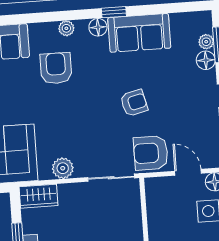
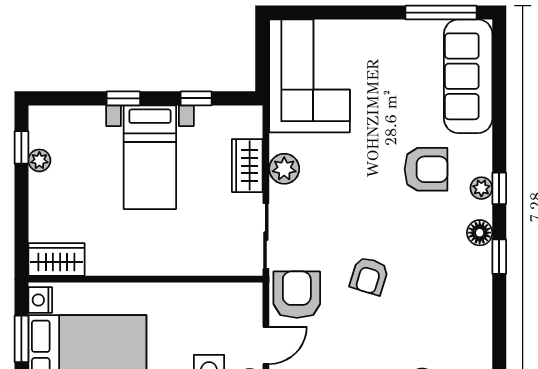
window: (66, 16) -> (499, 188), added
sofa: (139, 33) -> (467, 290), removed
armchair: (134, 103) -> (369, 276), turned 31
wardrobe: (39, 196) -> (247, 166), moved

